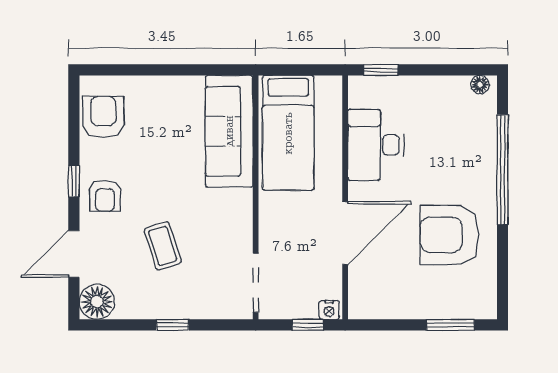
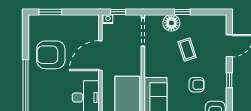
armchair: (105, 196) -> (197, 85), moved, turned 90
armchair: (449, 235) -> (51, 55), turned 180
floor lamp: (97, 302) -> (171, 23), moved

